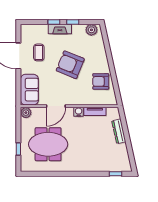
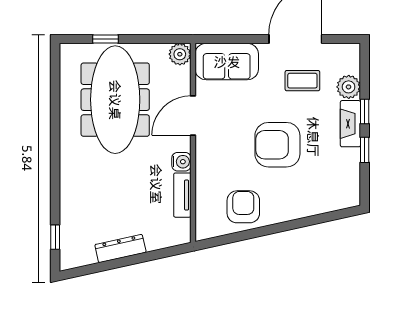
plant: (91, 30) -> (349, 87), moved
armchair: (70, 65) -> (277, 145), turned -112
door: (56, 106) -> (193, 116), hinge flipped
dresser: (119, 131) -> (120, 248), moved
meeting table: (48, 144) -> (115, 100), width x1.36

